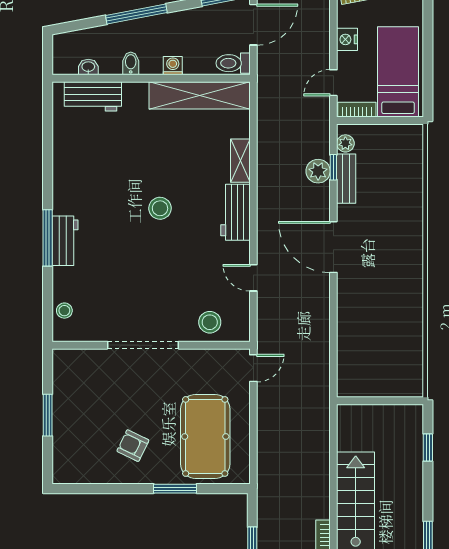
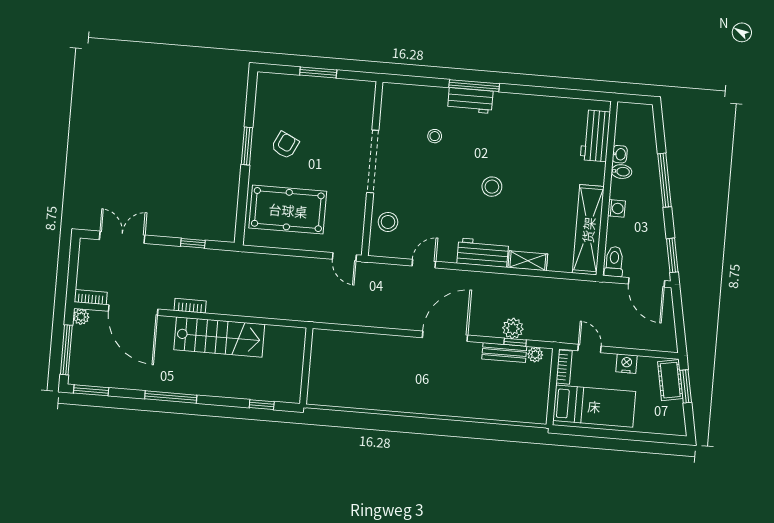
washbasin: (88, 67) -> (620, 154), moved
stool: (64, 311) -> (435, 136), moved
window: (175, 489) -> (247, 146), moved

